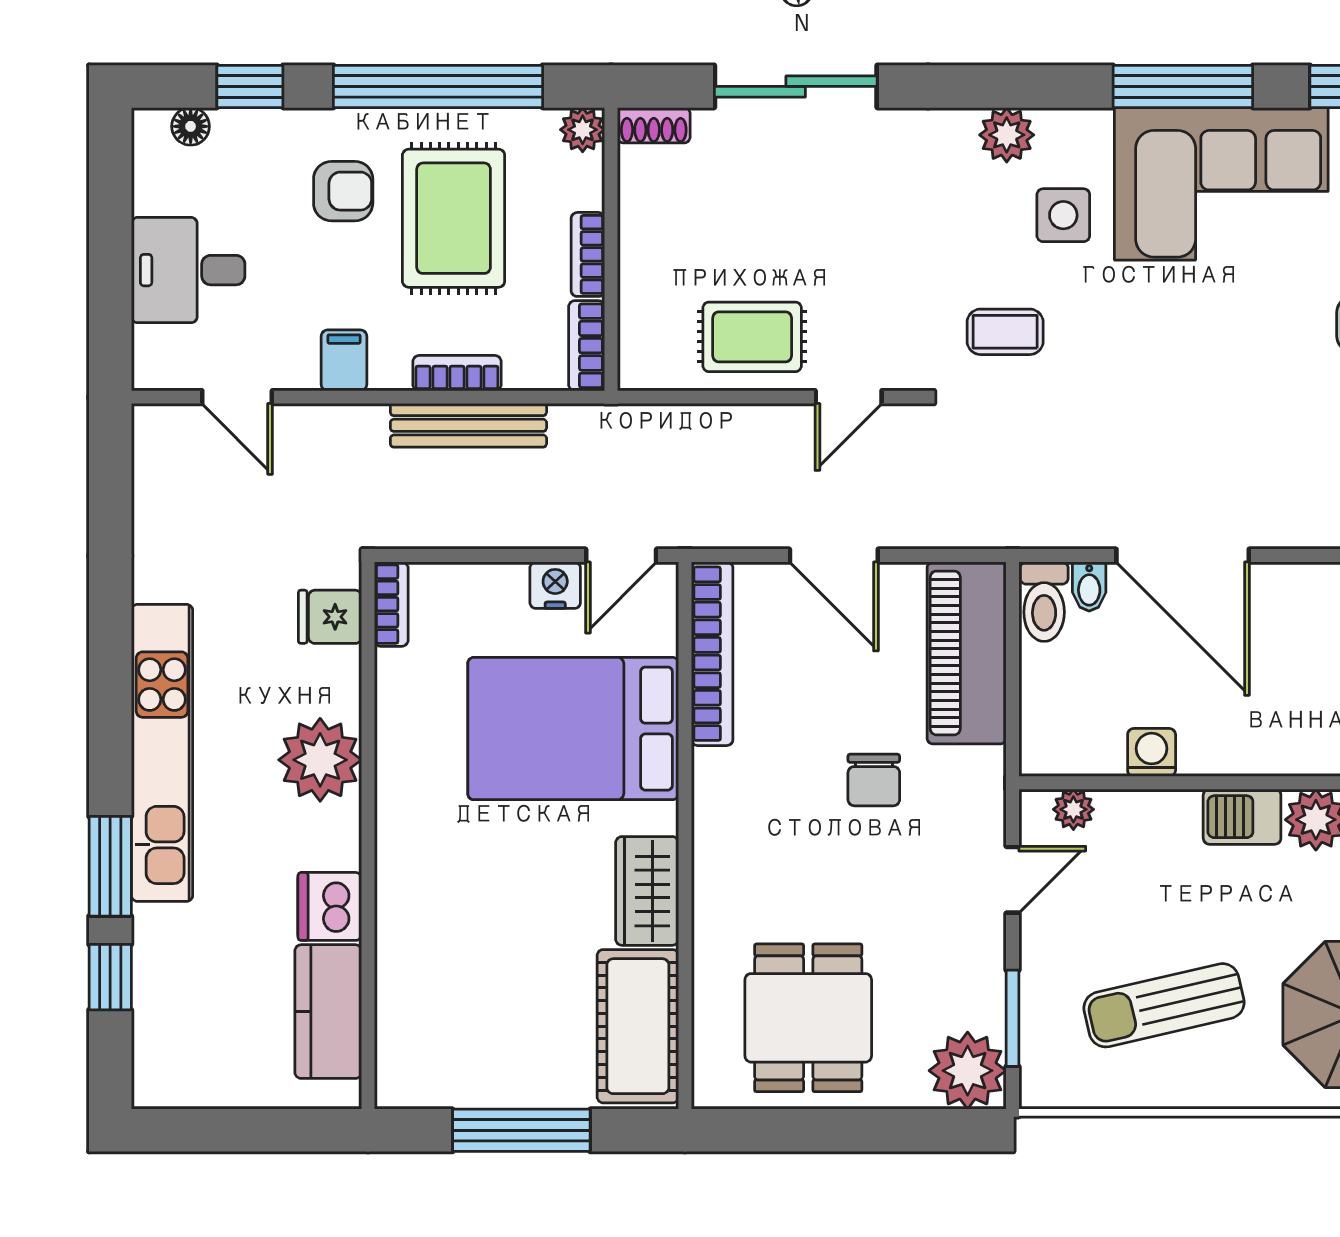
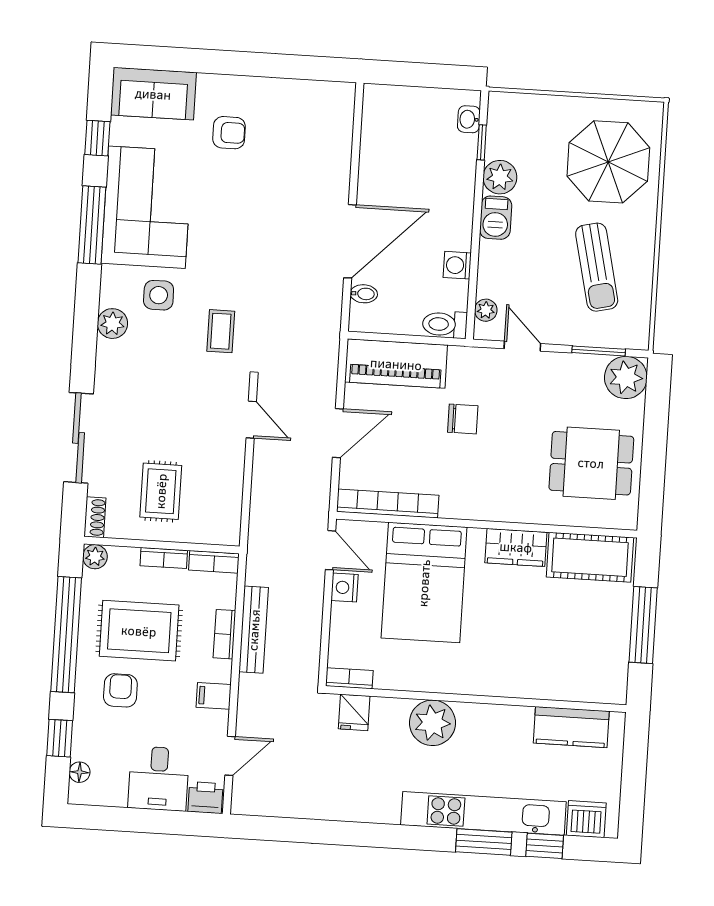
rug: (752, 337) -> (161, 491), moved
printer: (159, 357) -> (205, 798), added
toilet: (1044, 602) -> (445, 324), moved, turned 180
kitchen unit: (162, 753) -> (483, 813), moved
dishwasher: (330, 906) -> (586, 819), moved, turned 180

